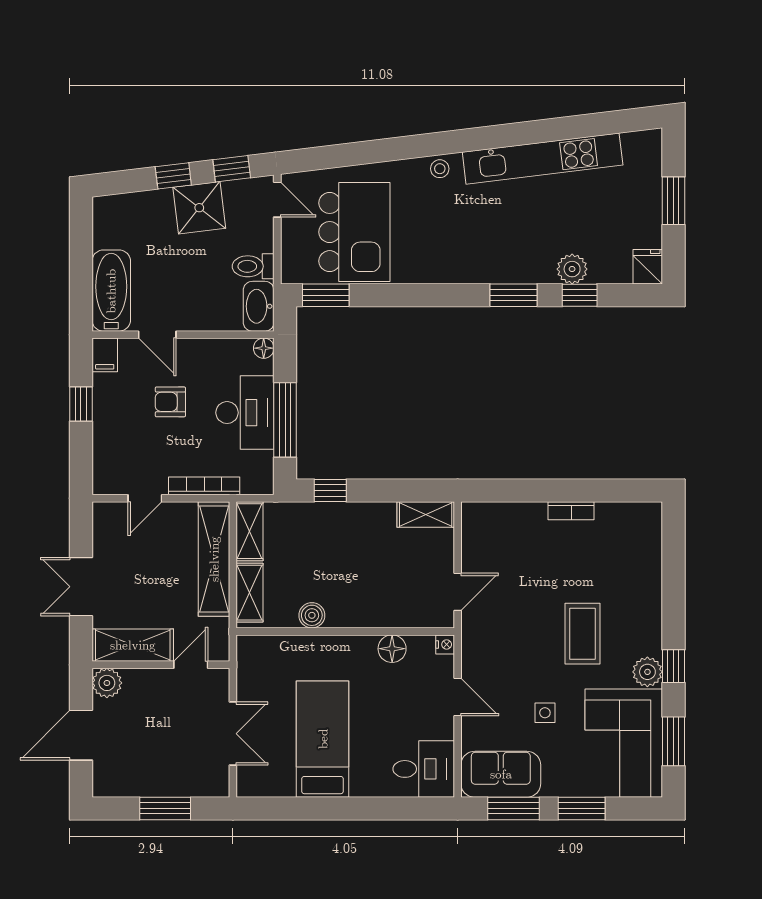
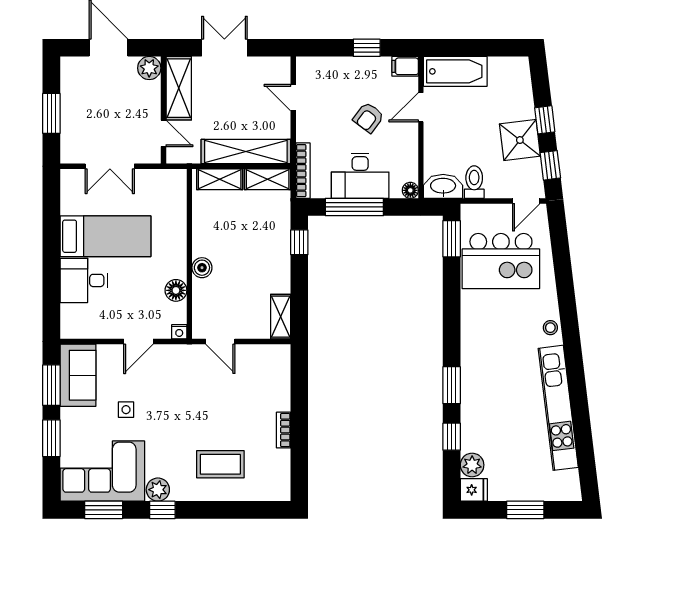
plant: (572, 269) -> (472, 465), moved
armchair: (170, 402) -> (368, 118), turned -143
bookcase: (204, 486) -> (303, 171), moved
boiler: (312, 615) -> (202, 268), moved
coffee table: (582, 634) -> (220, 464), moved
desk: (424, 769) -> (84, 280), moved, turned 90

